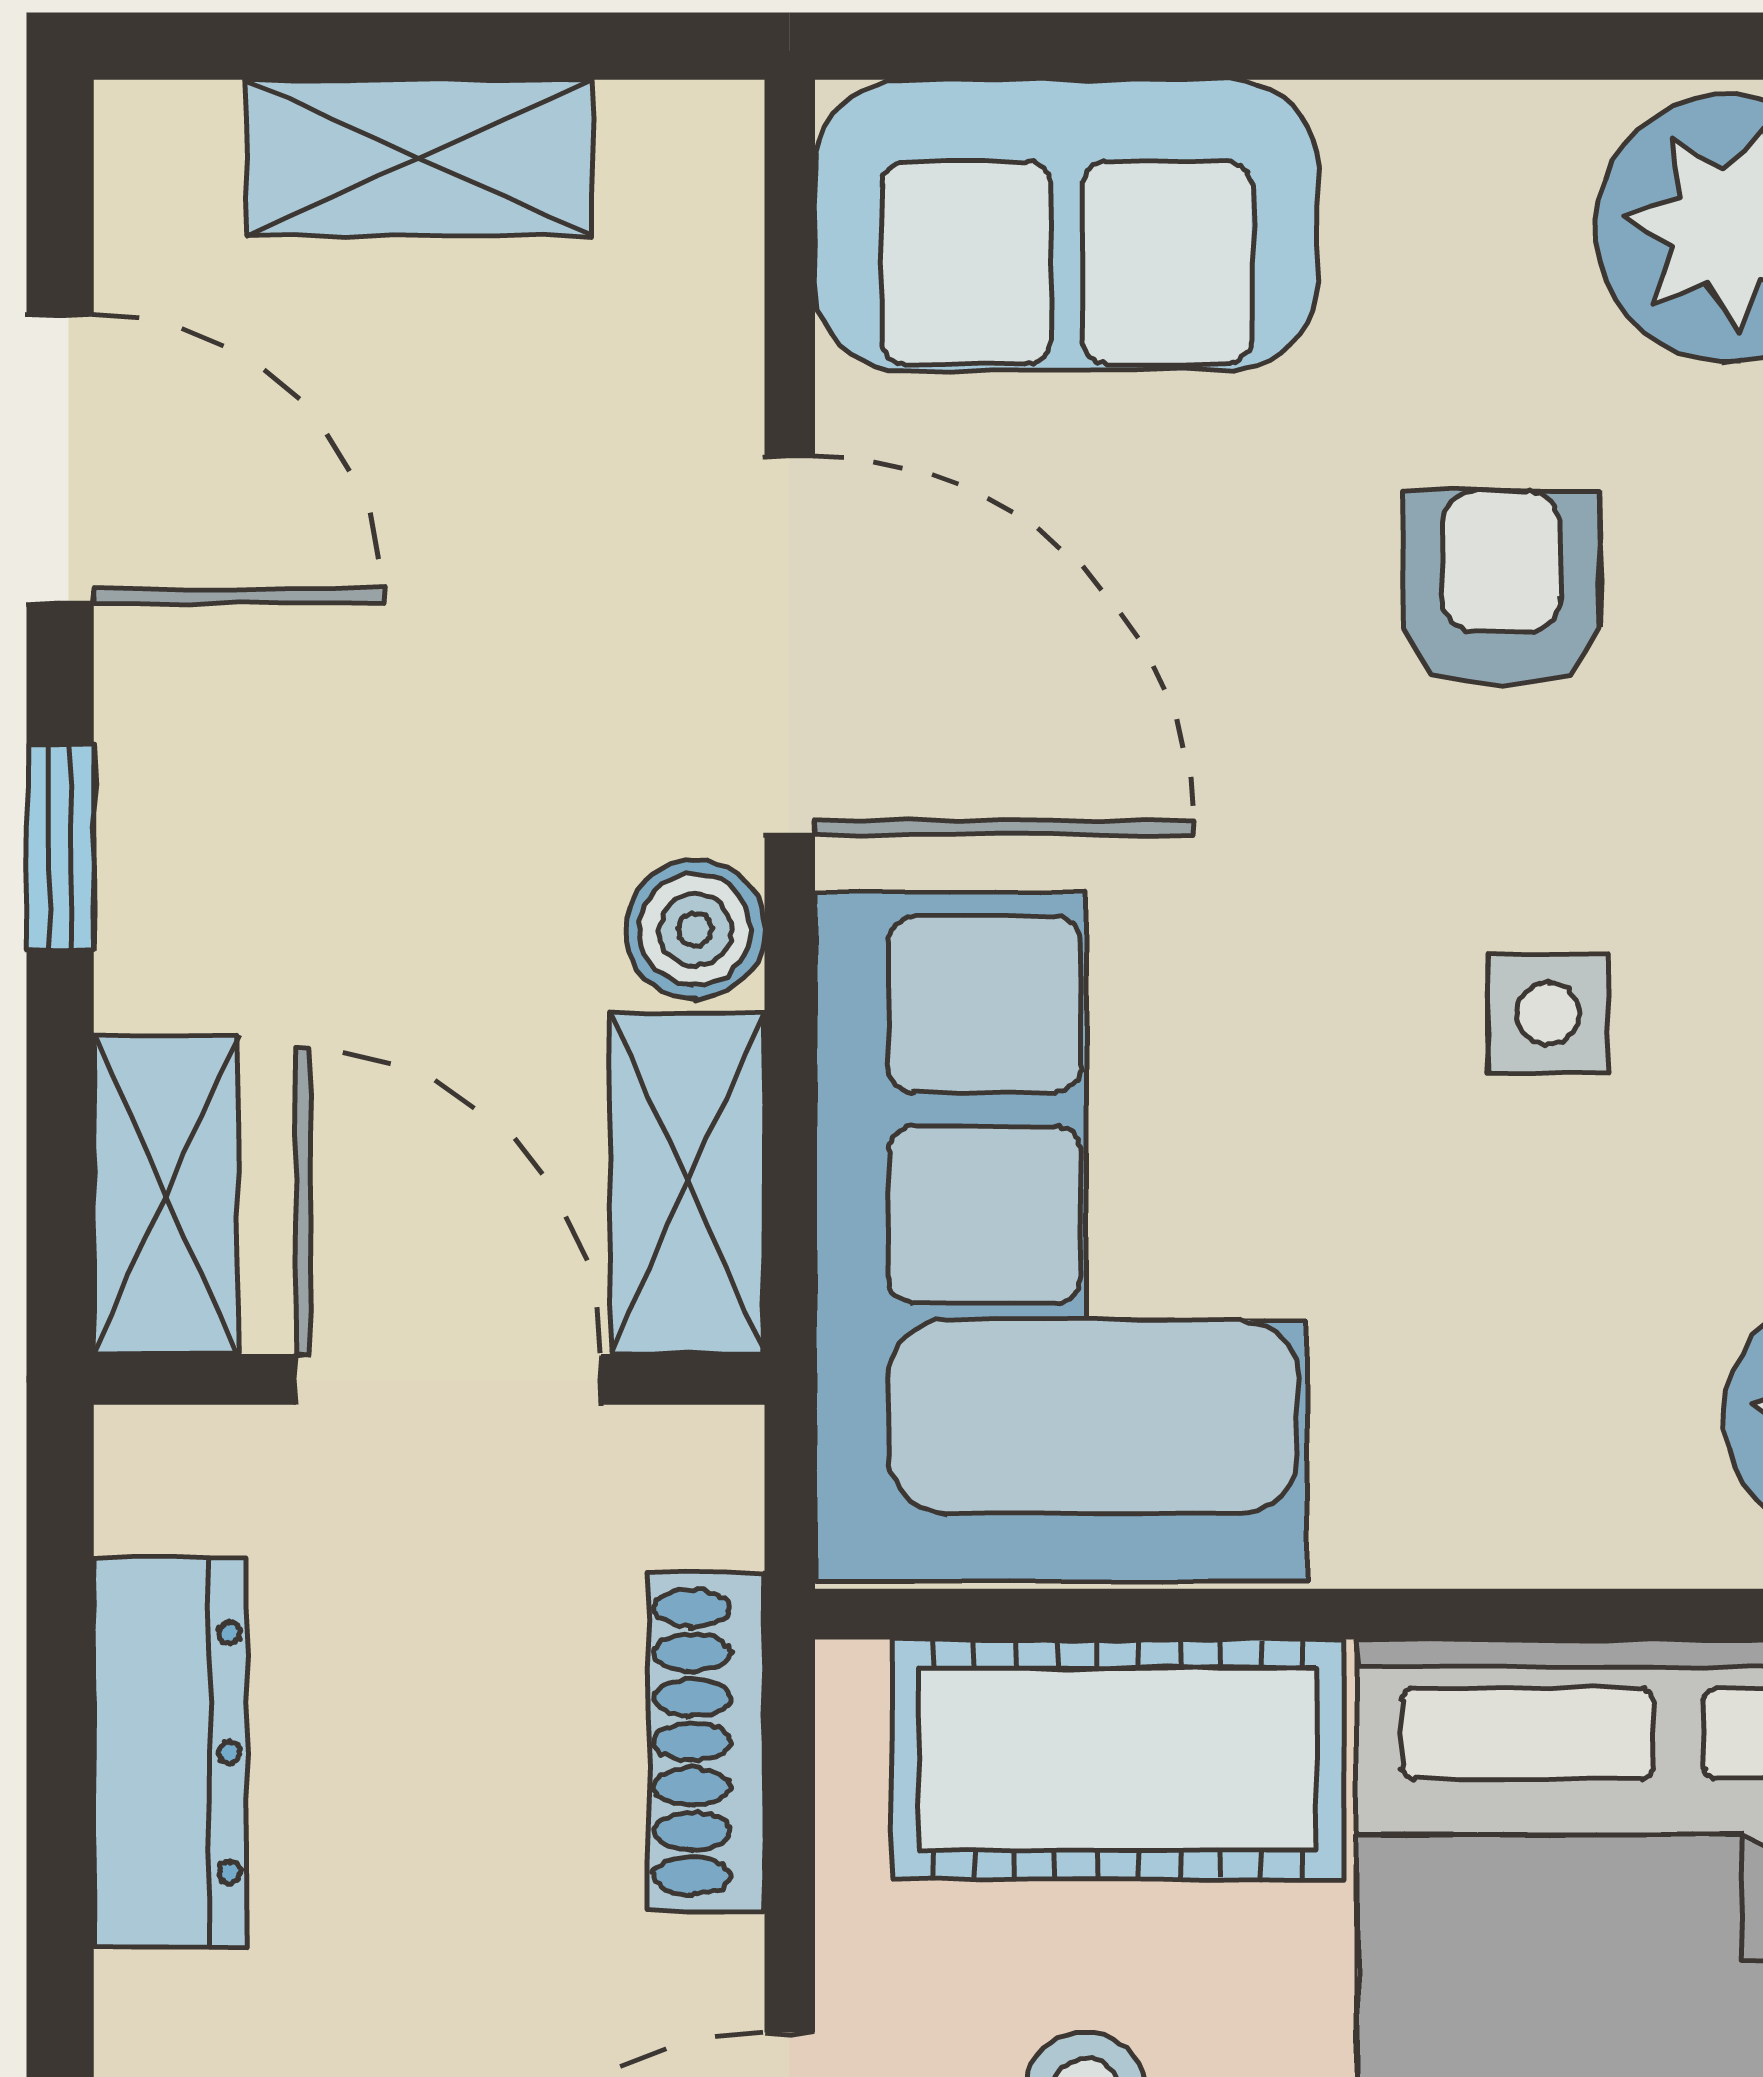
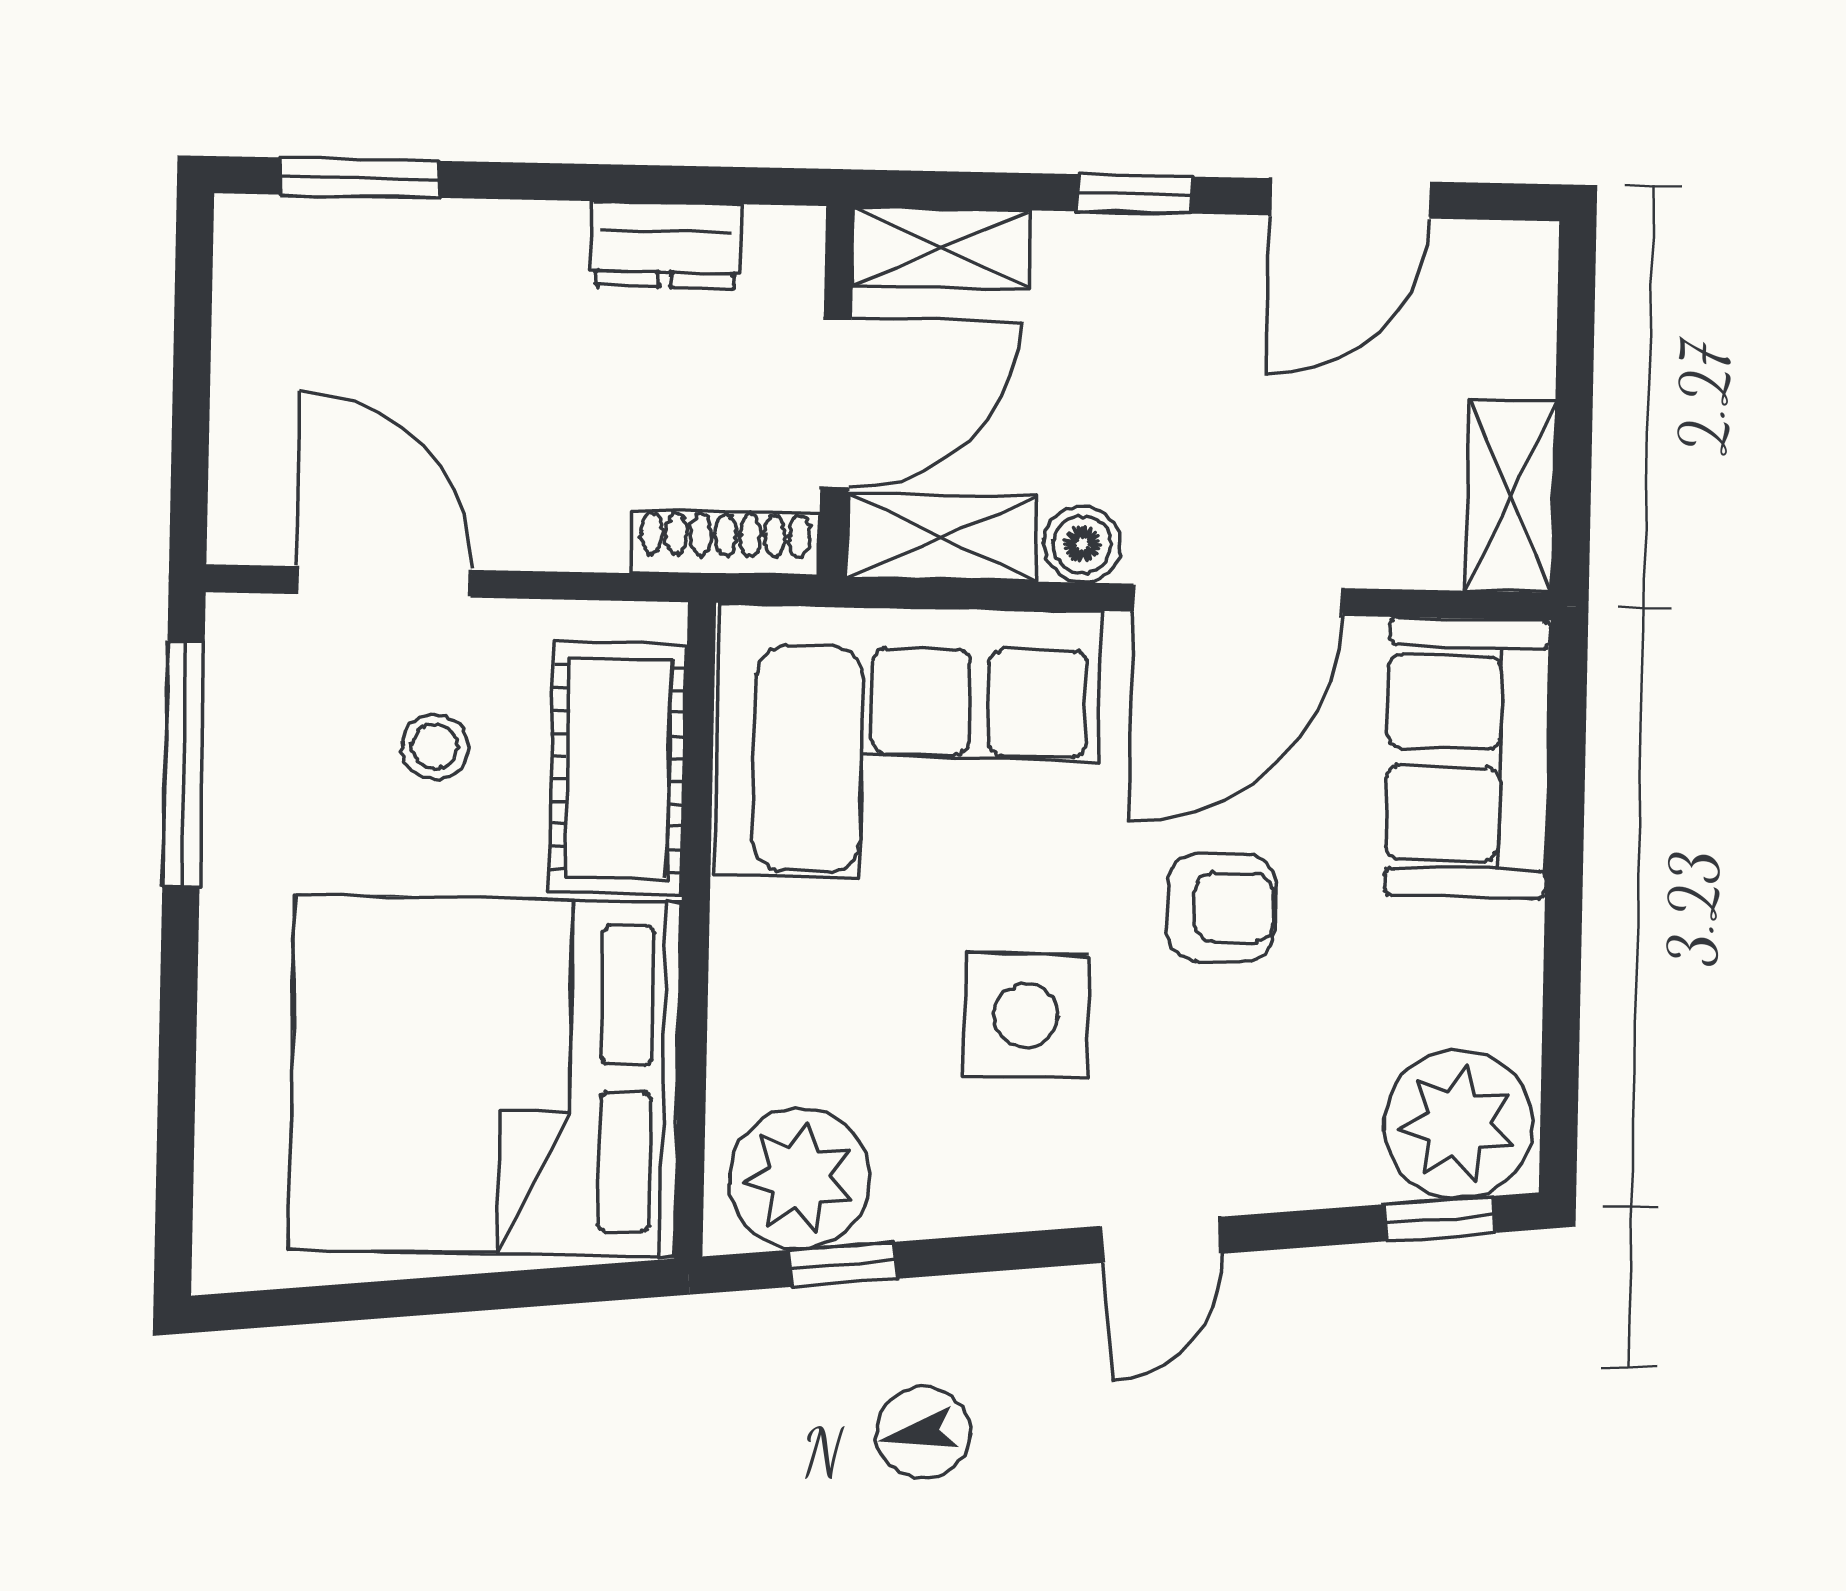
shelving: (419, 158) -> (1510, 496), moved
armchair: (1501, 589) -> (1221, 907), moved
side table: (1548, 1014) -> (1026, 1015), width x1.87, depth x1.87
shoe rack: (707, 1742) -> (725, 543), moved
dresser: (170, 1752) -> (666, 245), width x0.70

